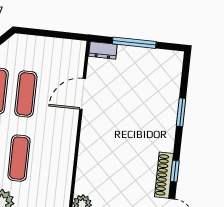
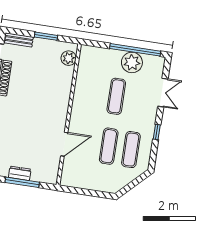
dresser: (103, 50) -> (20, 173), moved

